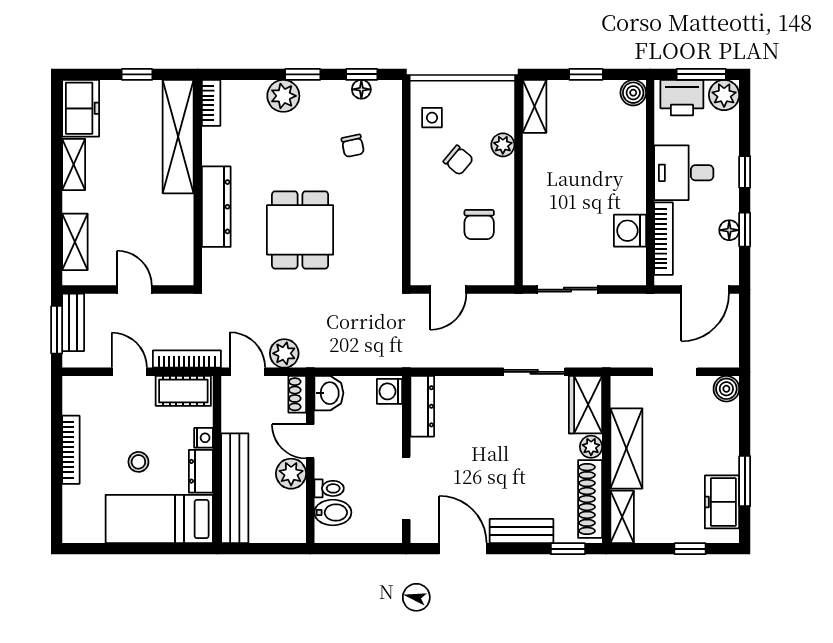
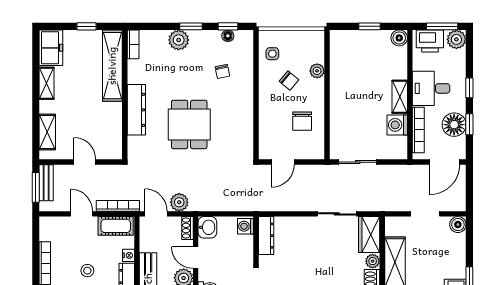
shelving: (535, 106) -> (400, 97), moved
floor lamp: (729, 230) -> (454, 125), width x1.89, depth x1.89

